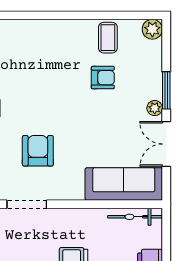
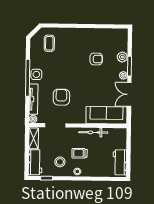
plant: (152, 29) -> (122, 57), moved
coffee table: (108, 38) -> (49, 43), moved
bicycle: (135, 217) -> (93, 132), moved

